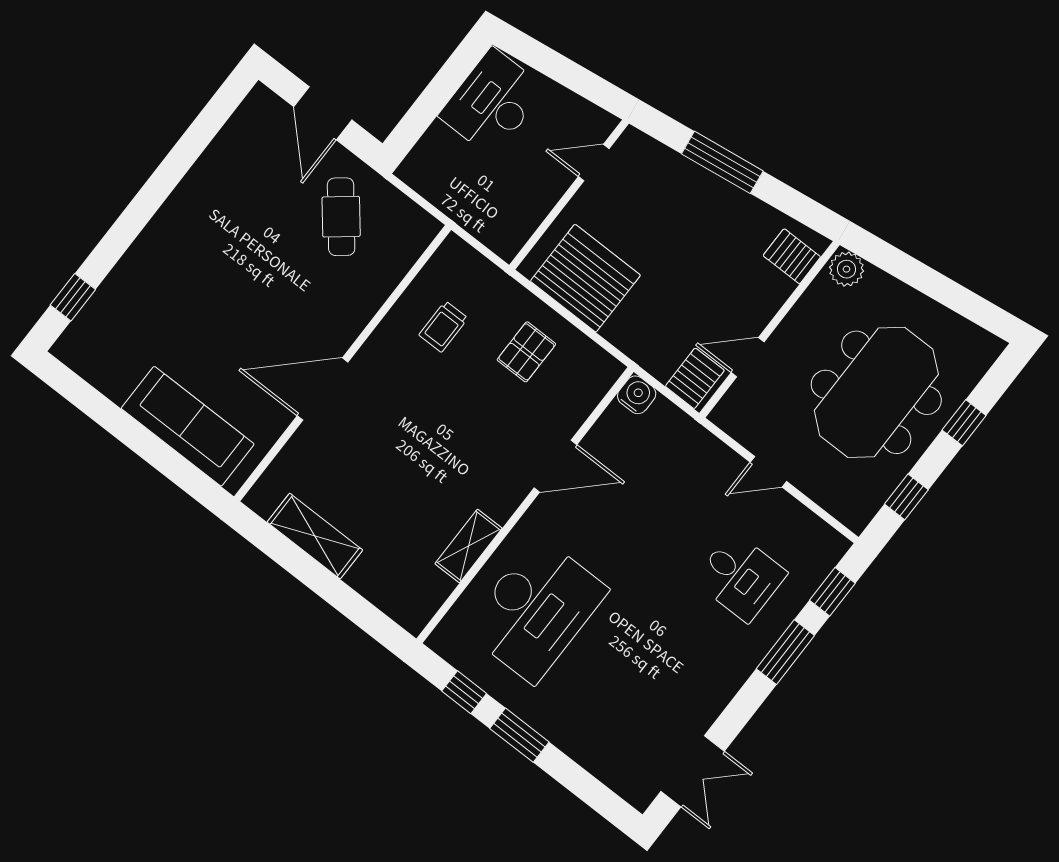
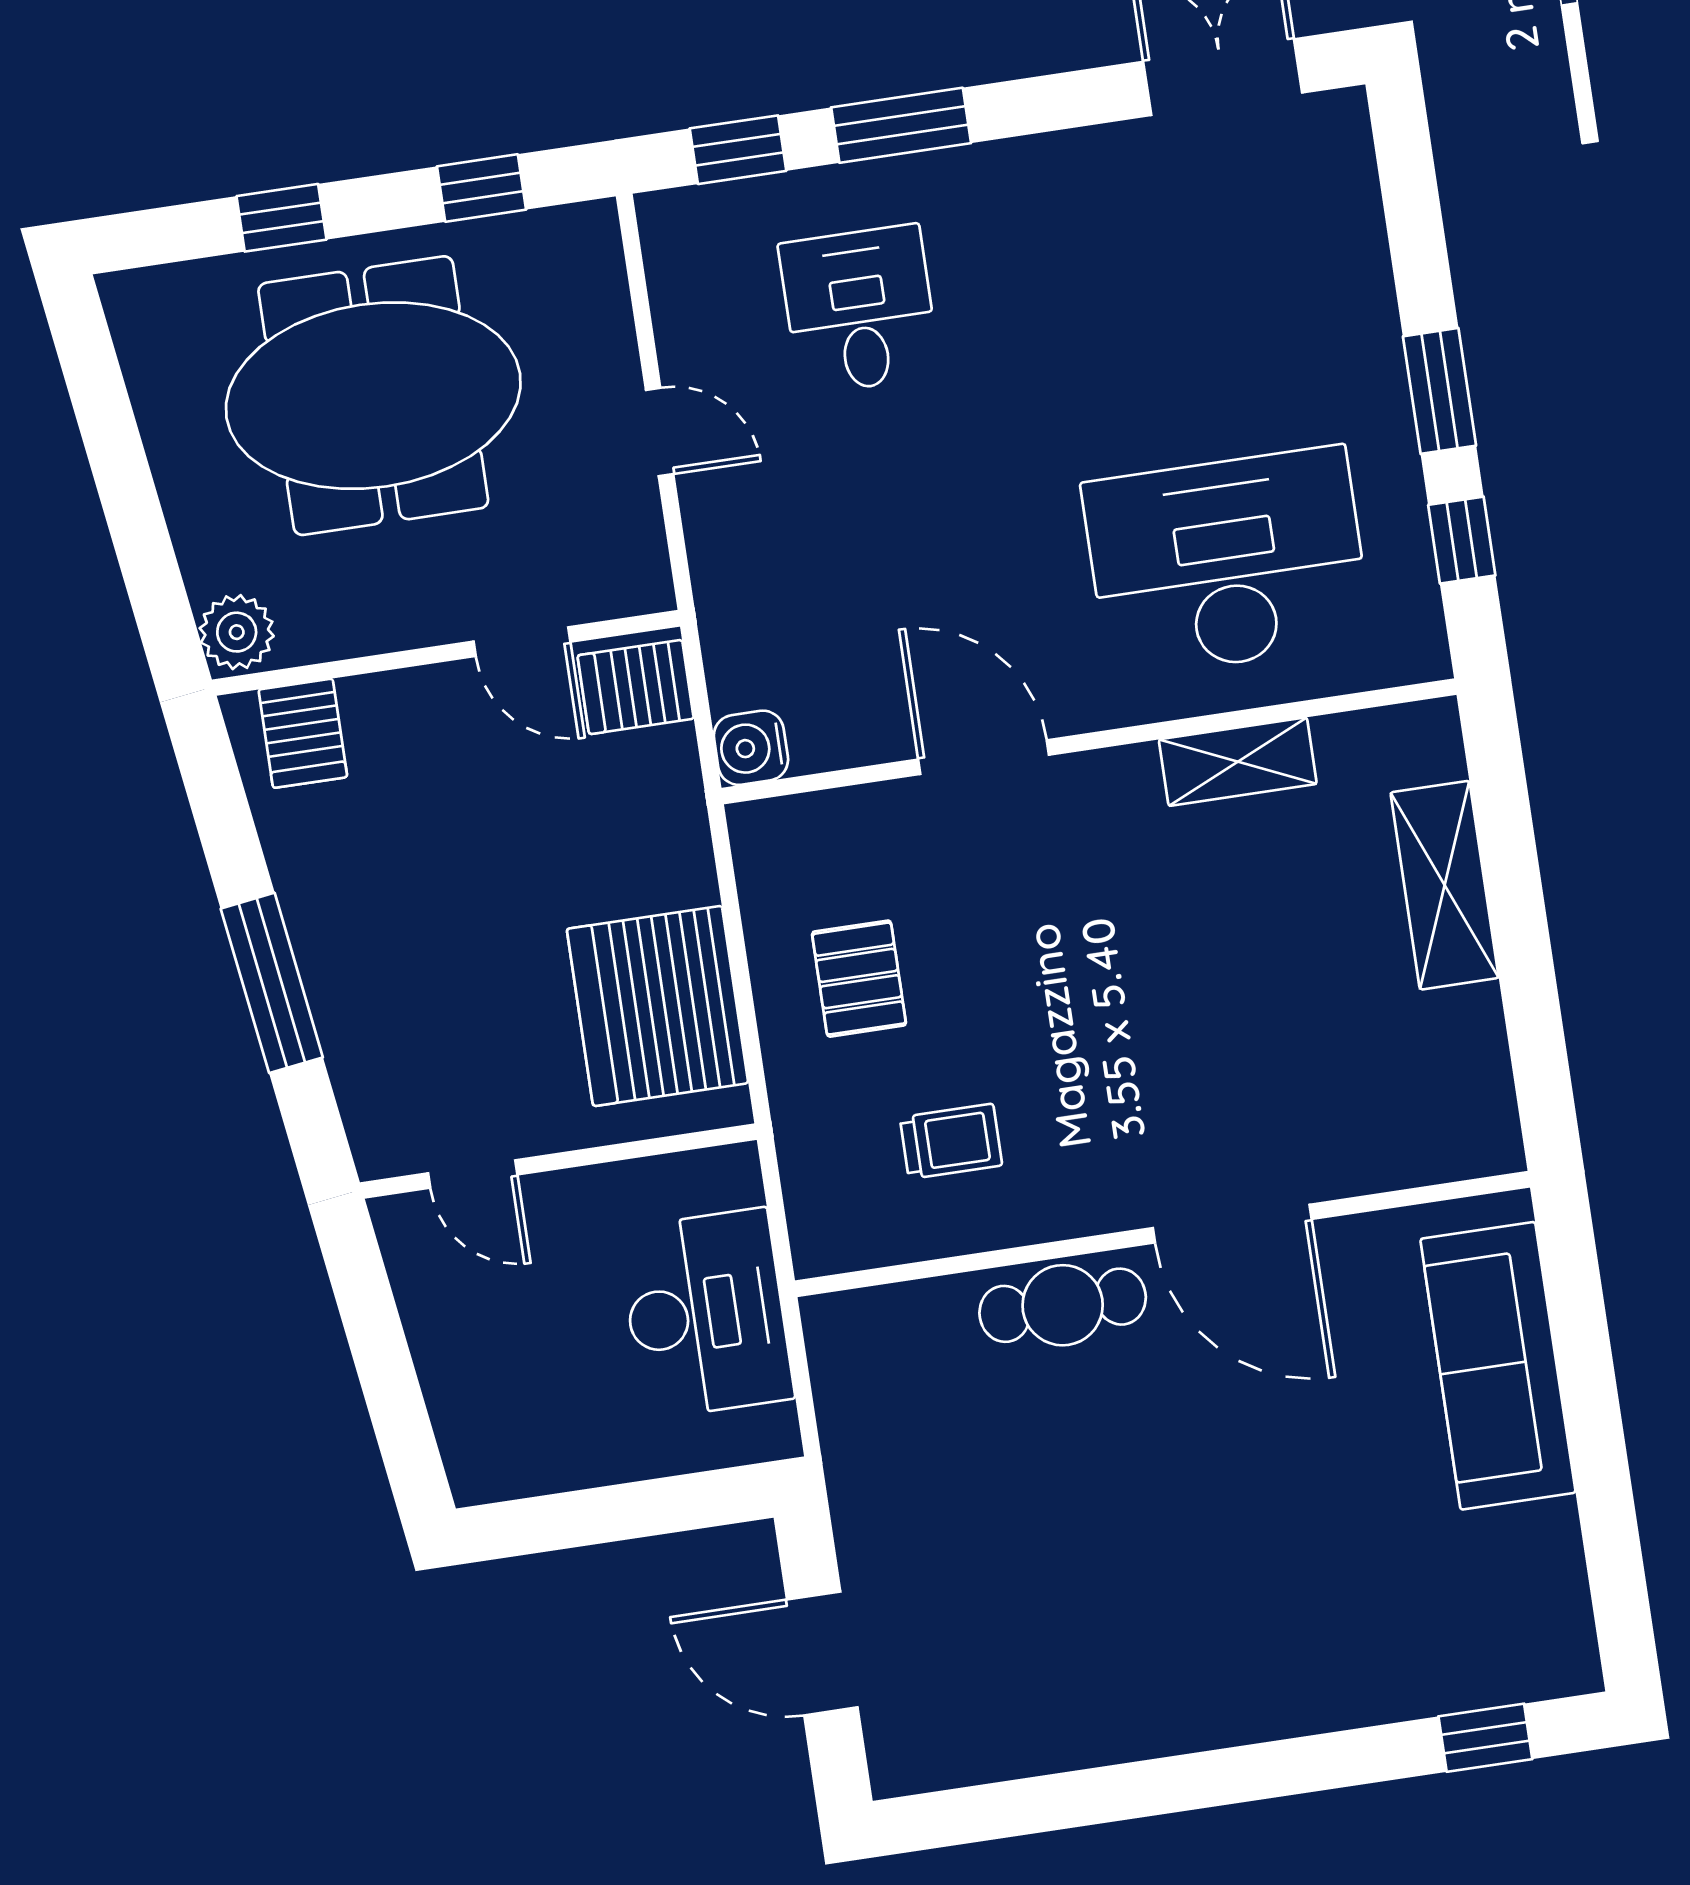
desk: (492, 102) -> (706, 1314), moved, turned -90
door: (323, 113) -> (822, 1653), swing flipped
cafe table: (341, 217) -> (1063, 1305), moved, turned 39
pallet: (526, 352) -> (859, 979), turned 90
shelving: (315, 536) -> (1445, 885), moved

